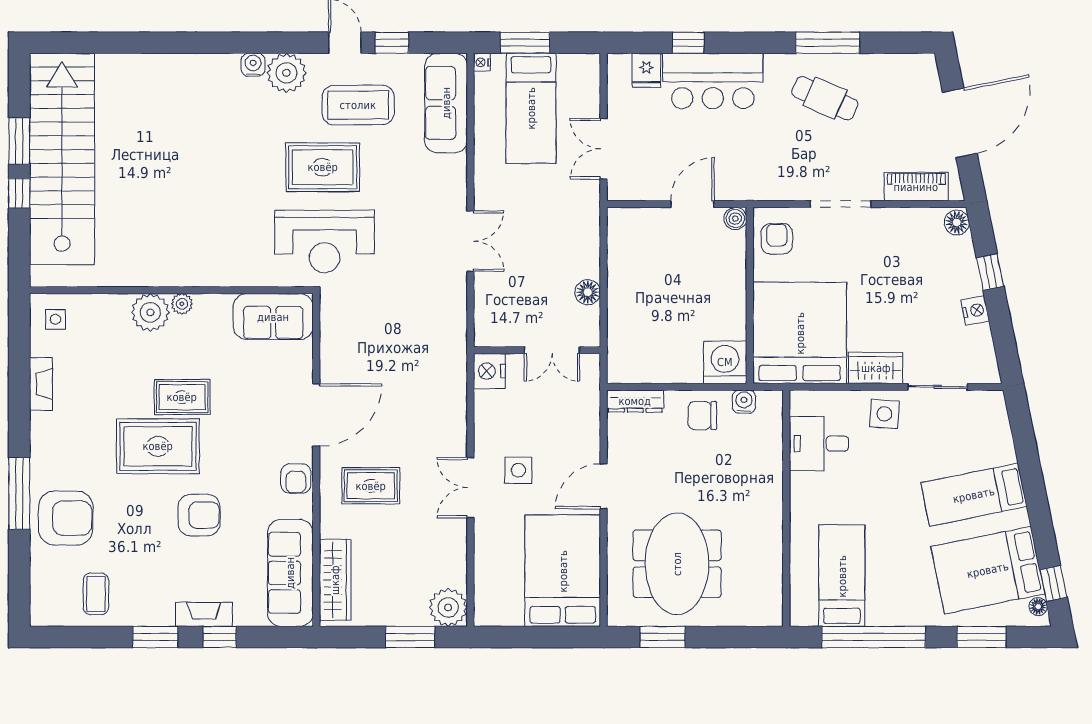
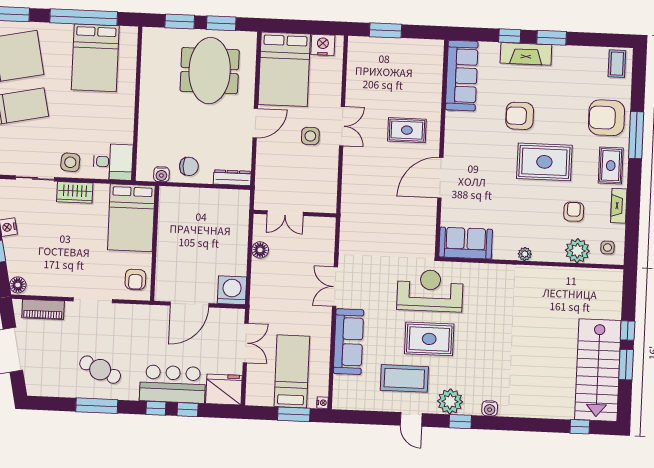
window: (86, 43) -> (580, 427), added
window: (392, 43) -> (460, 422), moved
window: (737, 43) -> (156, 408), added
water cooler: (253, 65) -> (490, 408), moved
fridge: (646, 70) -> (224, 389), width x1.88, depth x1.34
sofa: (446, 103) -> (349, 342), moved
stairs: (62, 159) -> (598, 370), width x0.73
door: (692, 204) -> (189, 304), width x1.36
boiler: (735, 219) -> (162, 294), removed
plant: (150, 312) -> (577, 251), moved
bed: (800, 333) -> (131, 218), width x0.73
double door: (552, 350) -> (285, 213), swing flipped
washing machine: (725, 362) -> (232, 290), moved, turned 180
nightstand: (489, 371) -> (323, 45), moved, turned -90
rug: (182, 397) -> (611, 166), moved, turned 90
desk: (819, 444) -> (113, 162), moved
armchair: (296, 479) -> (574, 212), moved
bed: (842, 576) -> (95, 58), width x1.50
wardrobe: (335, 580) -> (433, 70), removed
coffee table: (96, 594) -> (617, 64), moved
plant: (448, 607) -> (360, 49), removed
fireplace: (204, 614) -> (526, 54), width x1.37, depth x1.32
window: (726, 637) -> (180, 21), added

